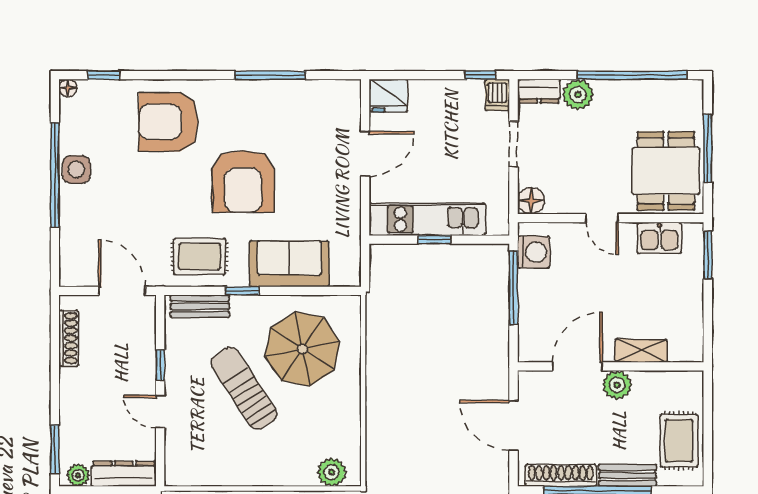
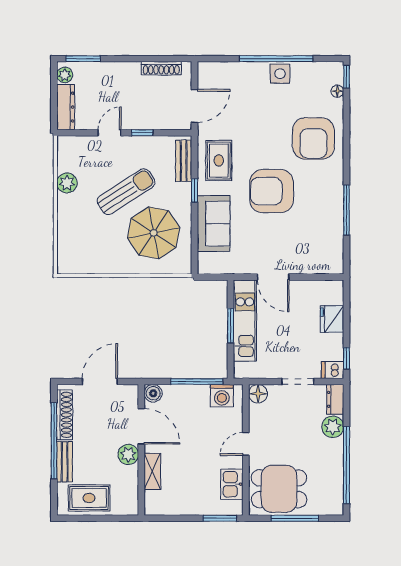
window: (104, 75) -> (346, 77), moved
floor lamp: (68, 88) -> (337, 91), moved
fridge: (388, 96) -> (332, 319), moved
armchair: (168, 122) -> (314, 138), turned 180
door: (365, 154) -> (273, 277), moved
window: (434, 240) -> (231, 326), width x1.50
boiler: (530, 350) -> (153, 393), added
plant: (332, 472) -> (67, 183), moved

